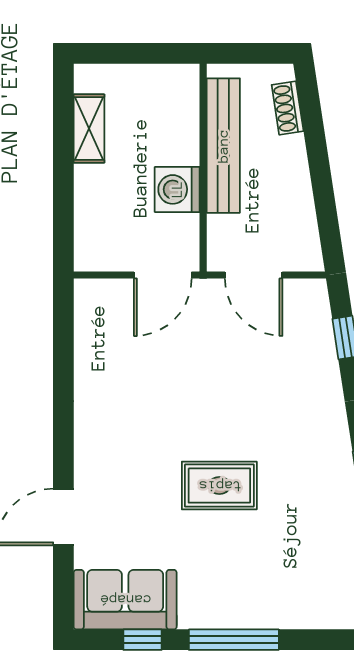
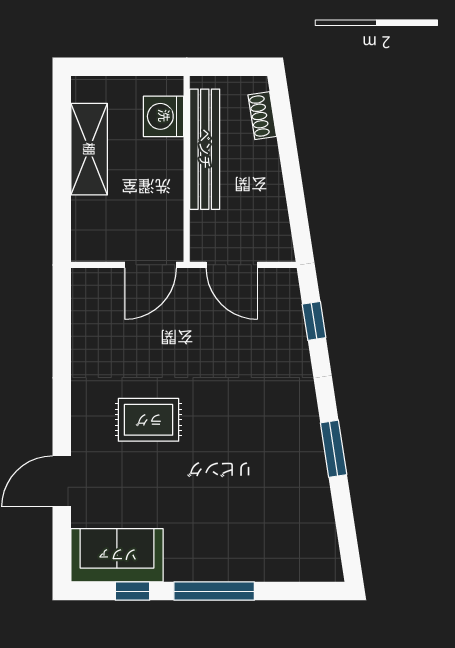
shelving: (89, 129) -> (89, 149), width x1.50, depth x1.33
washing machine: (177, 189) -> (164, 116), moved
rug: (219, 486) -> (149, 420), moved

